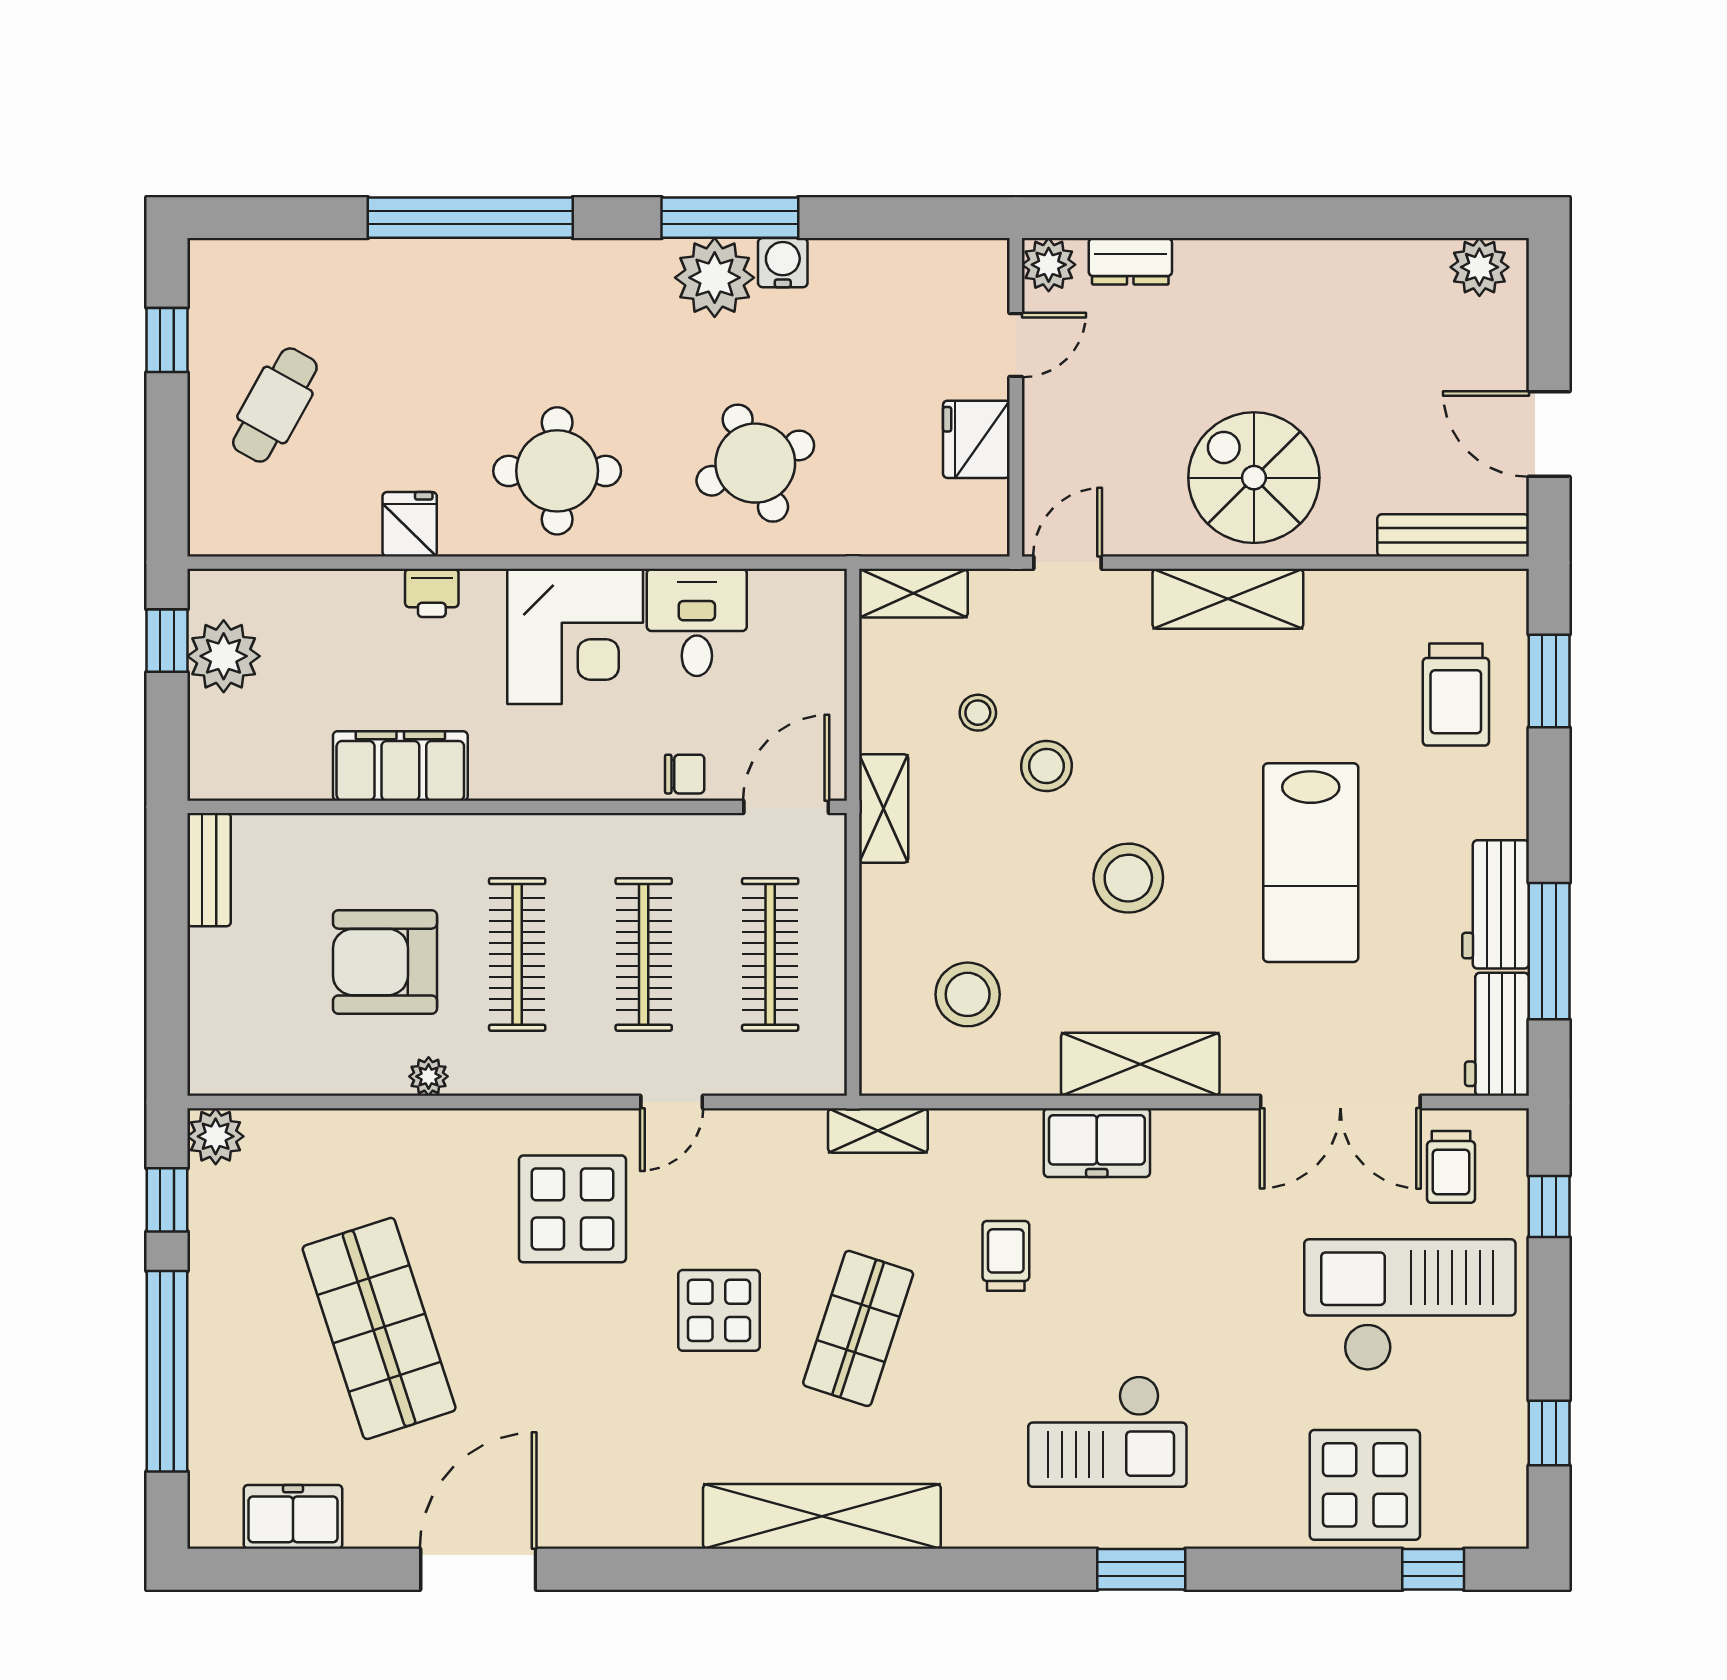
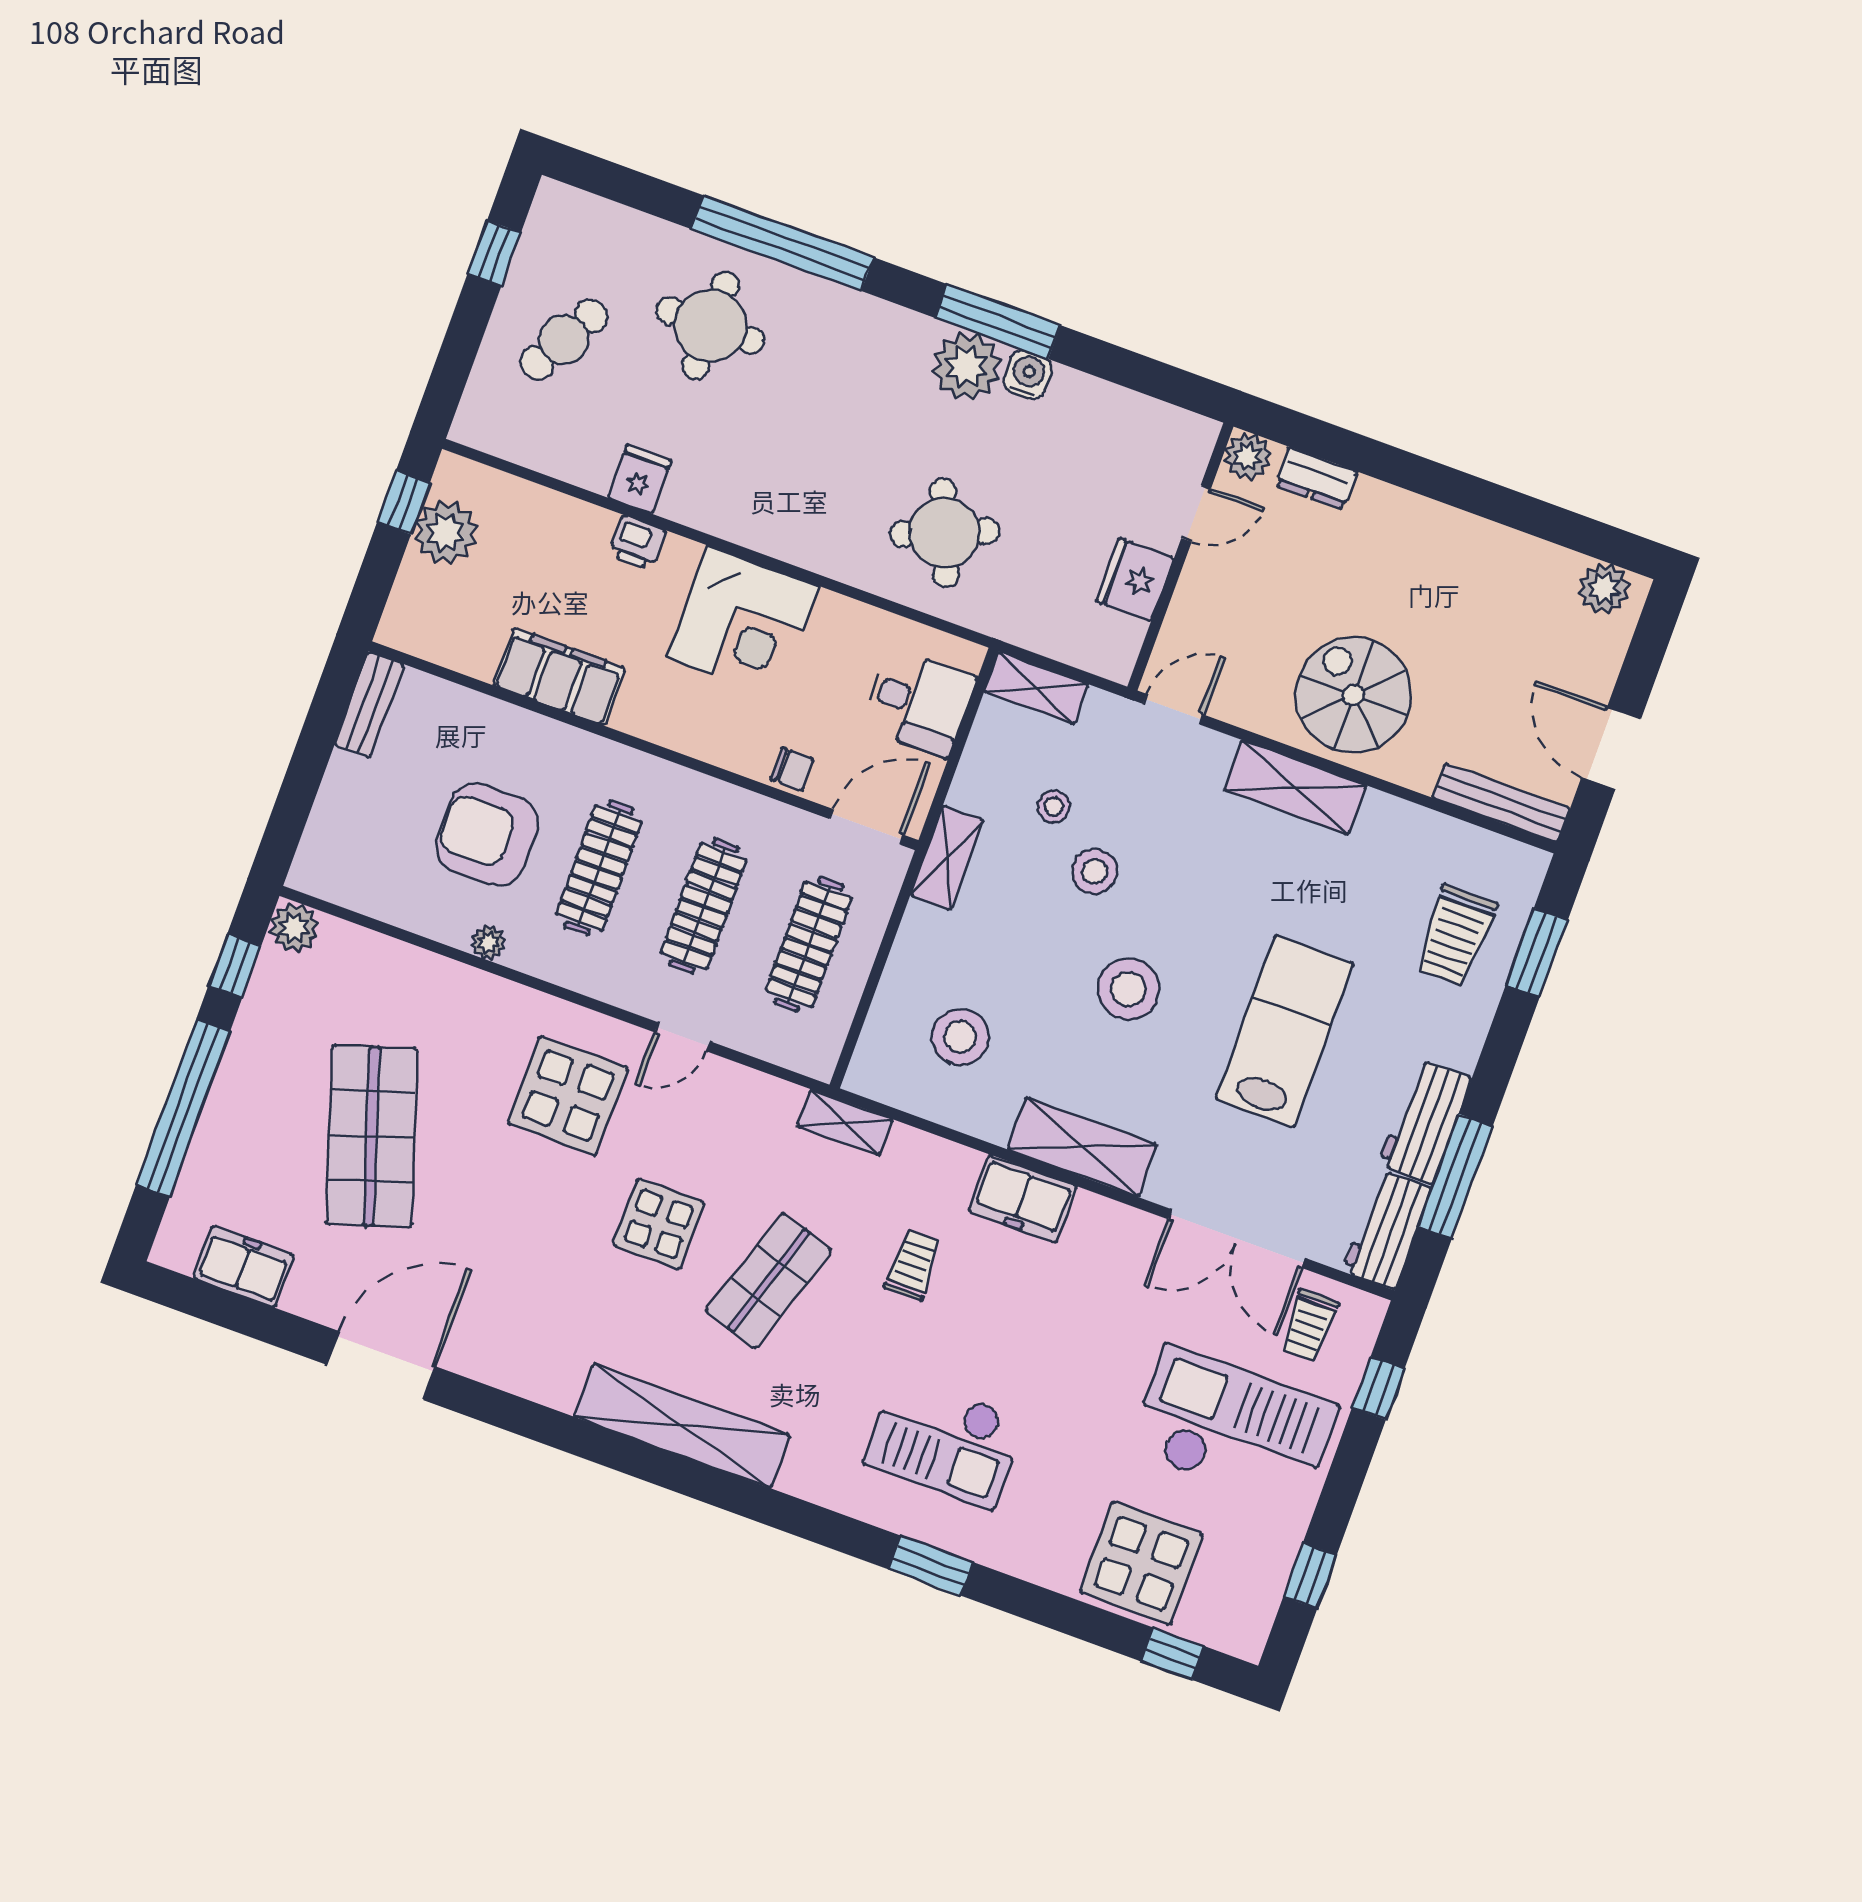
round table: (557, 471) -> (710, 325), moved
desk: (697, 622) -> (918, 702), moved, turned 90
lab bench: (1311, 863) -> (1284, 1031), turned 180

